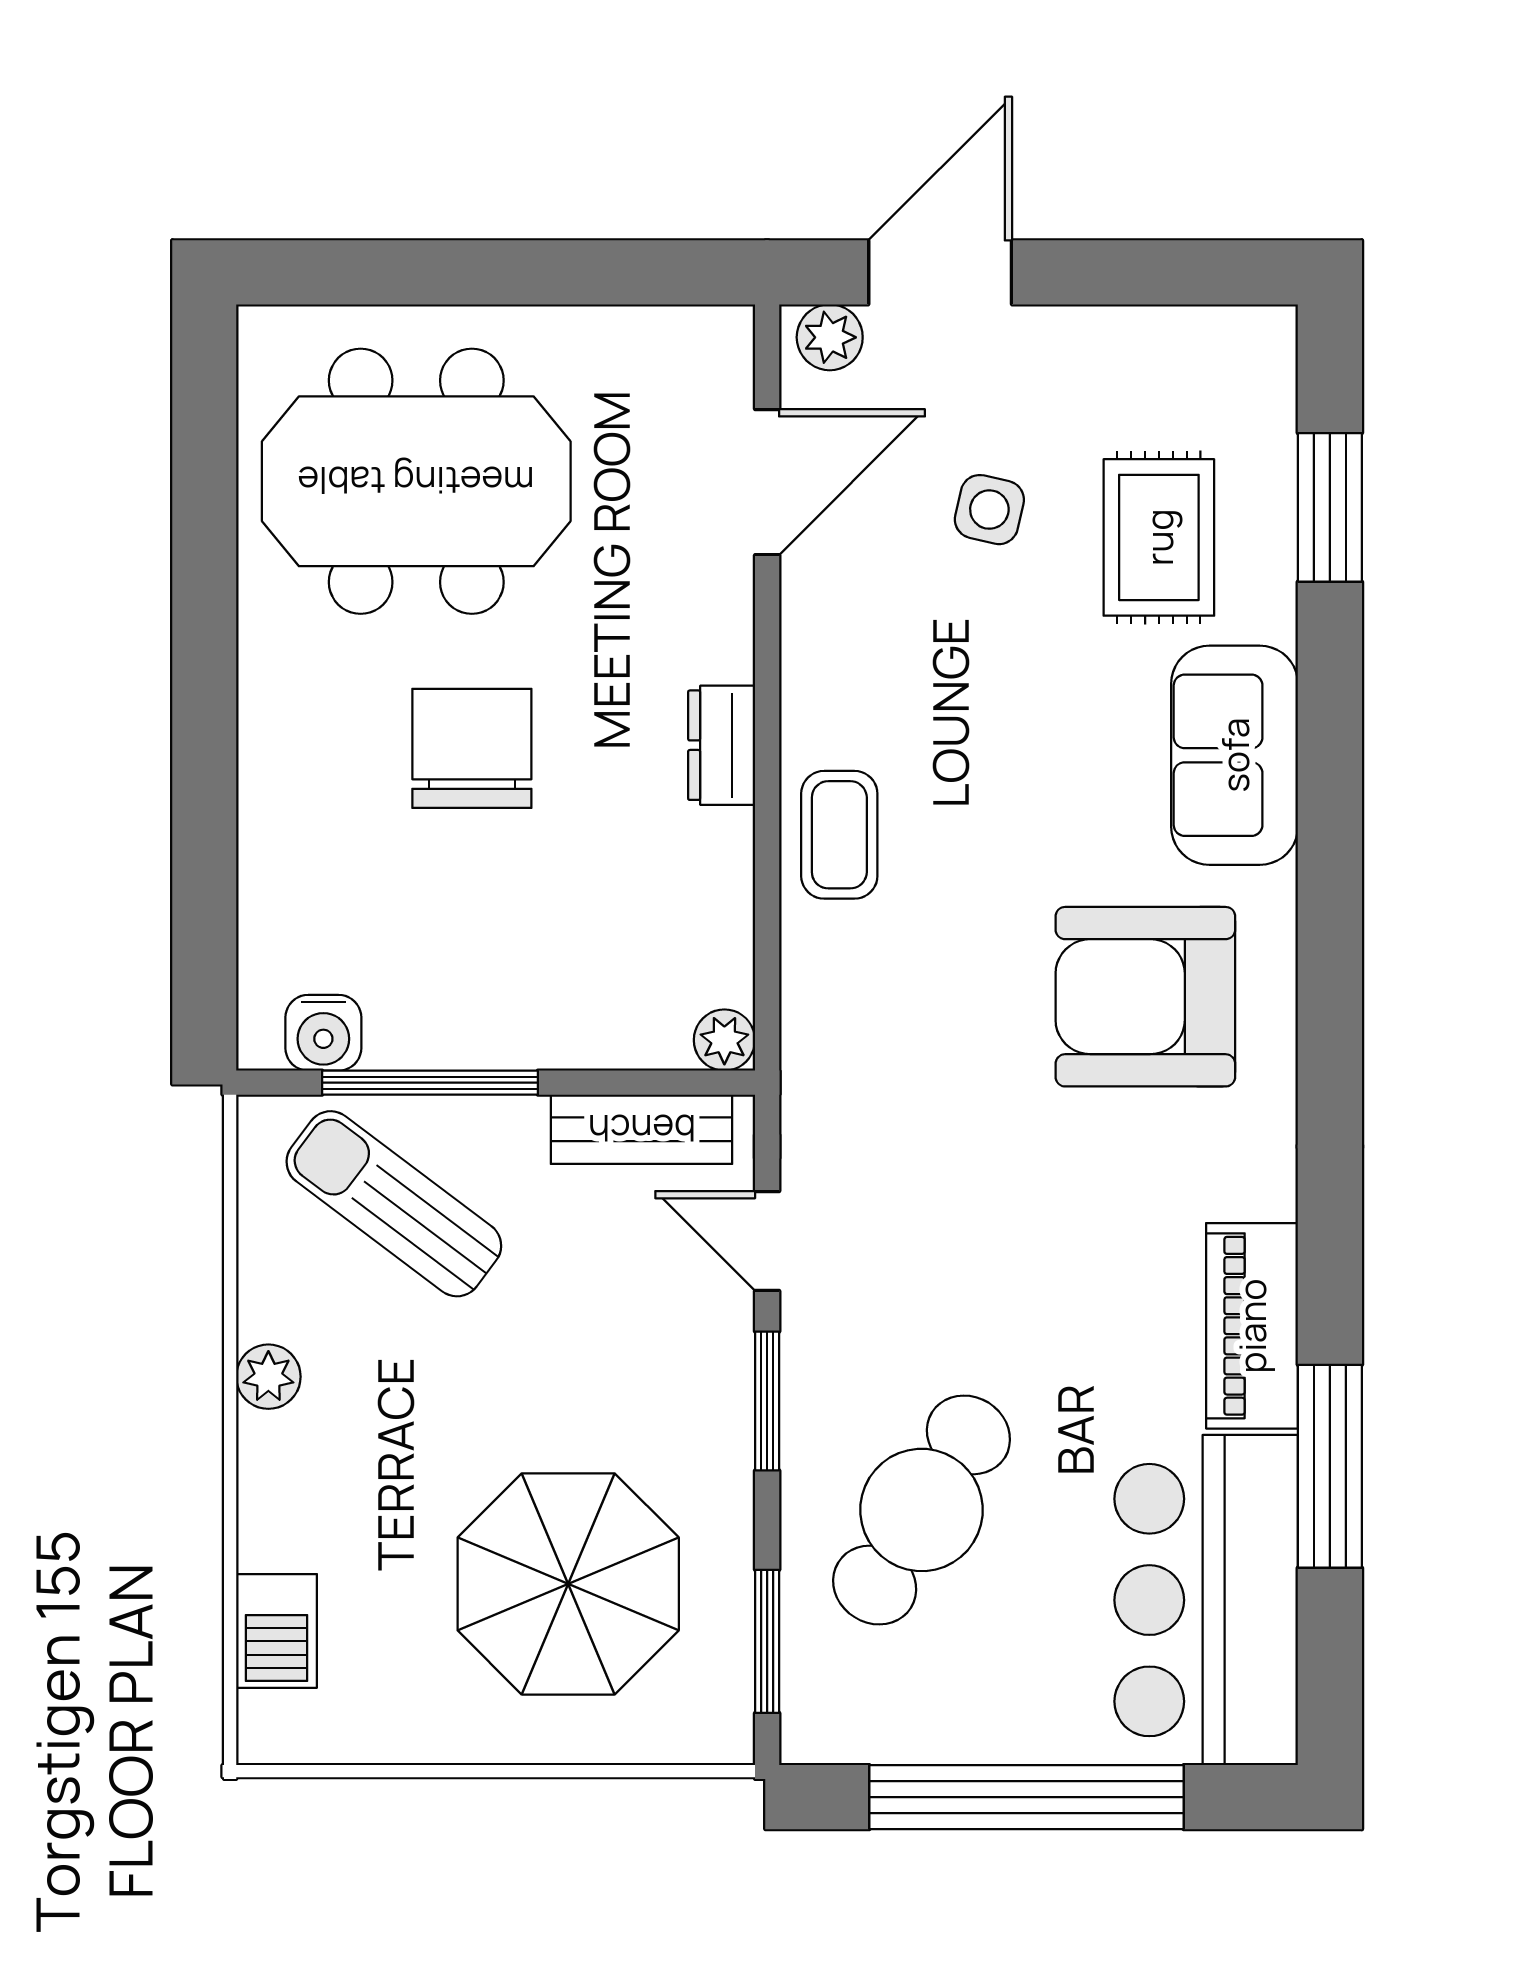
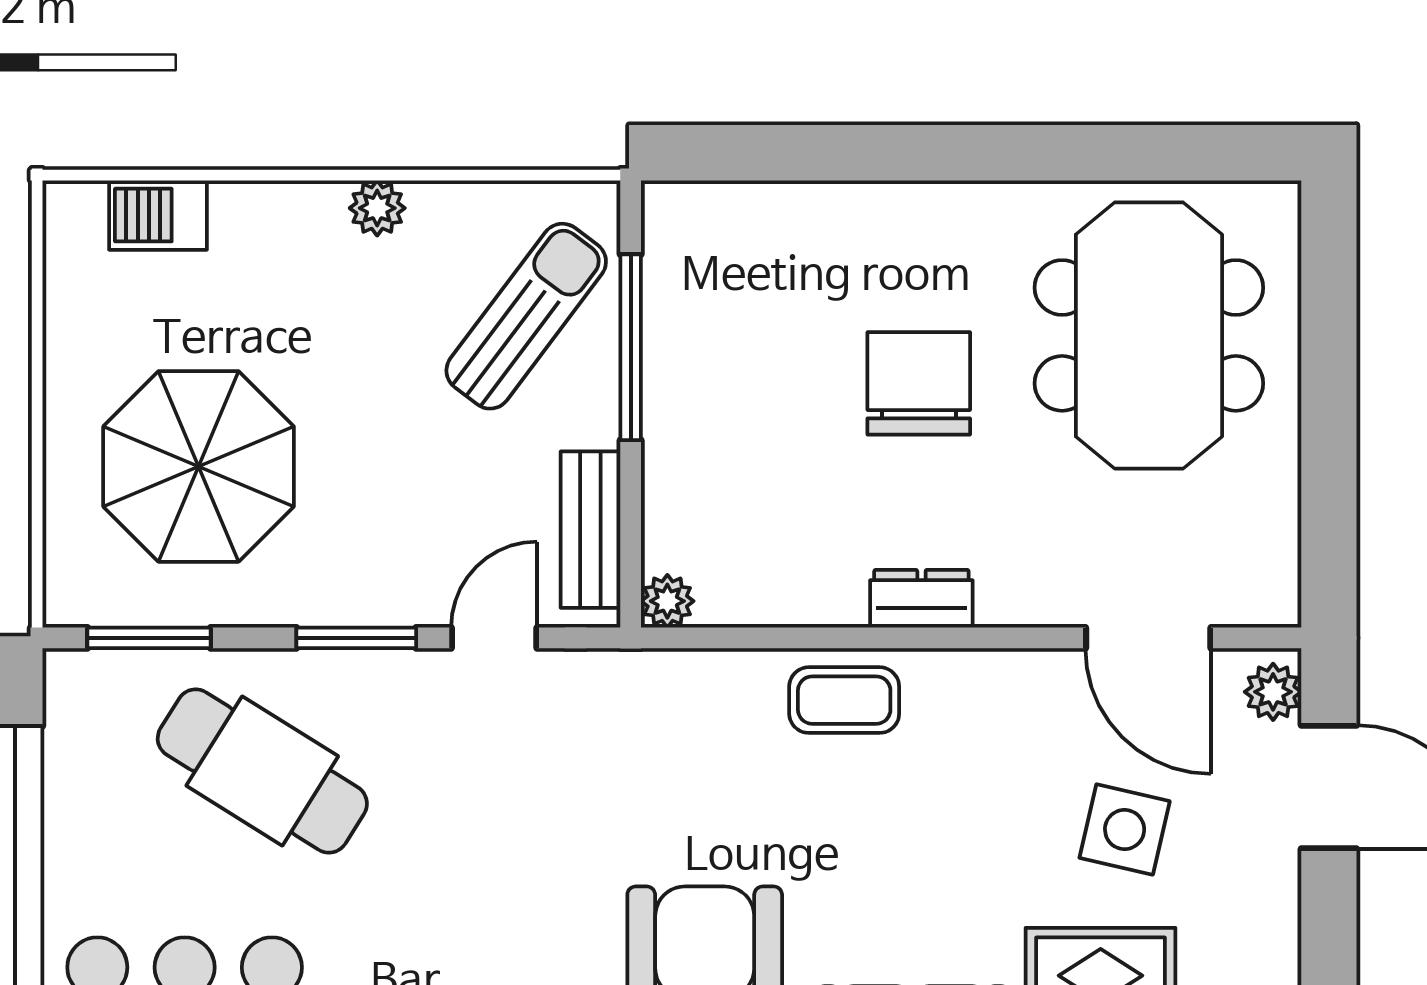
side table: (989, 510) -> (1125, 829), width x1.37, depth x1.37
chair: (472, 748) -> (919, 383), turned -90
water cooler: (323, 1033) -> (674, 255), removed

